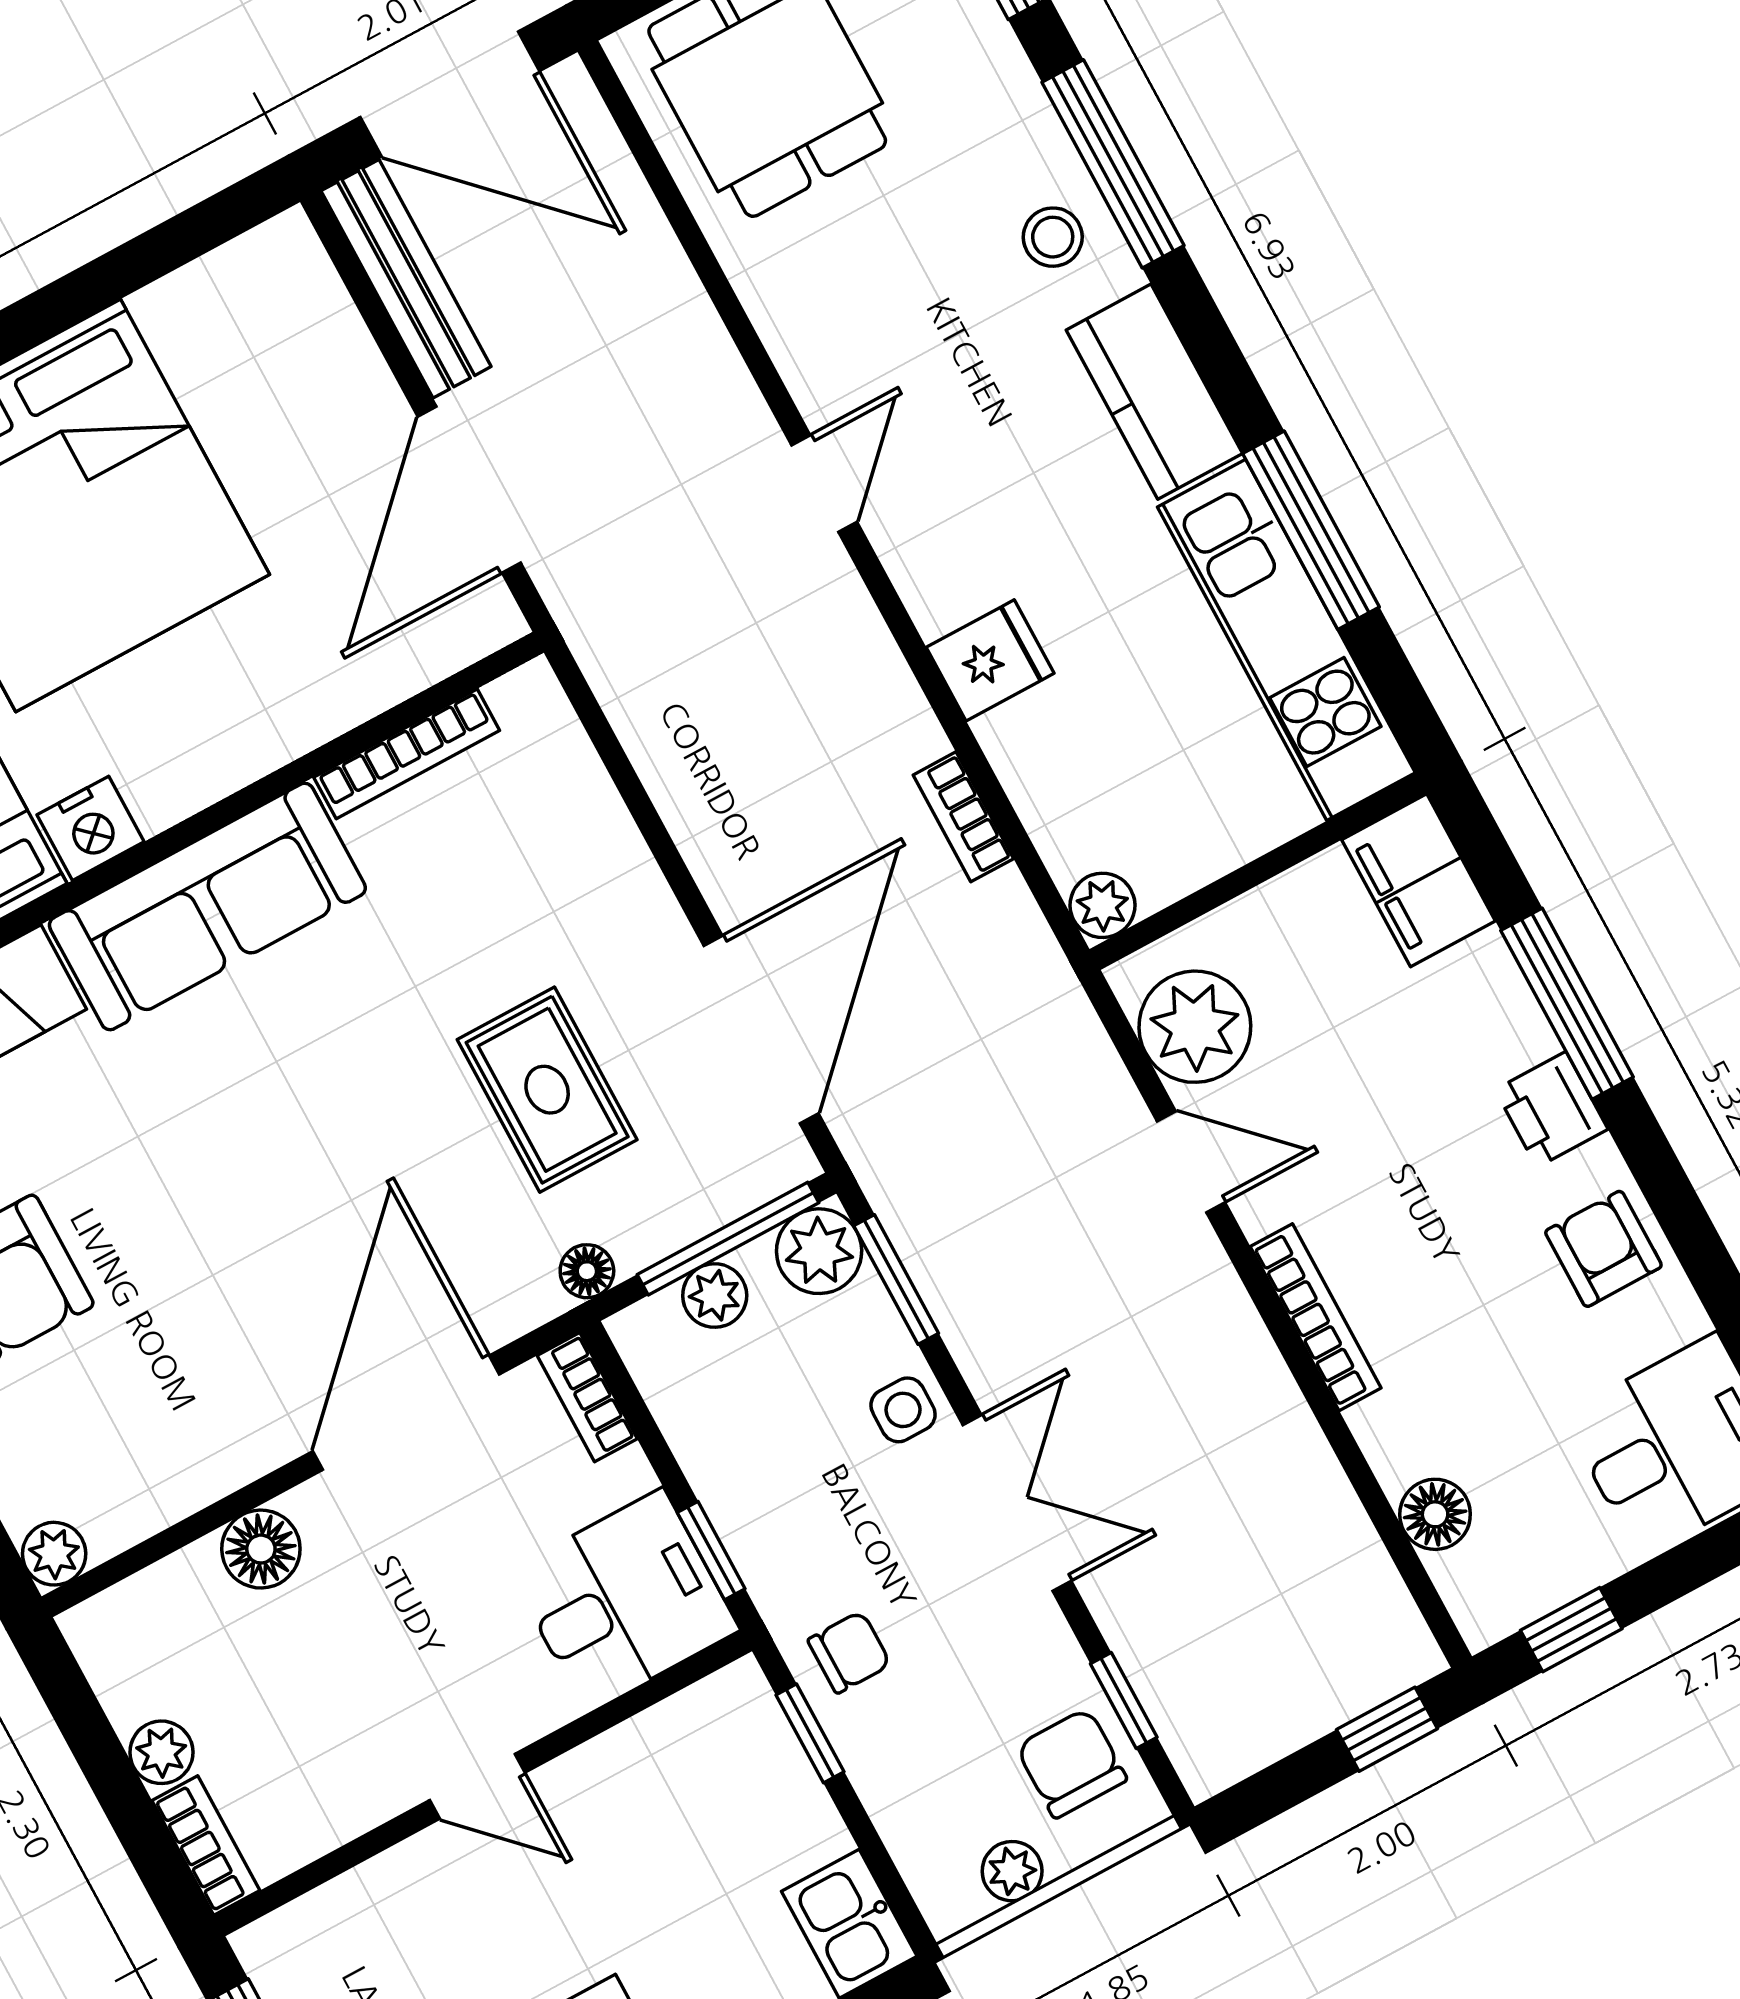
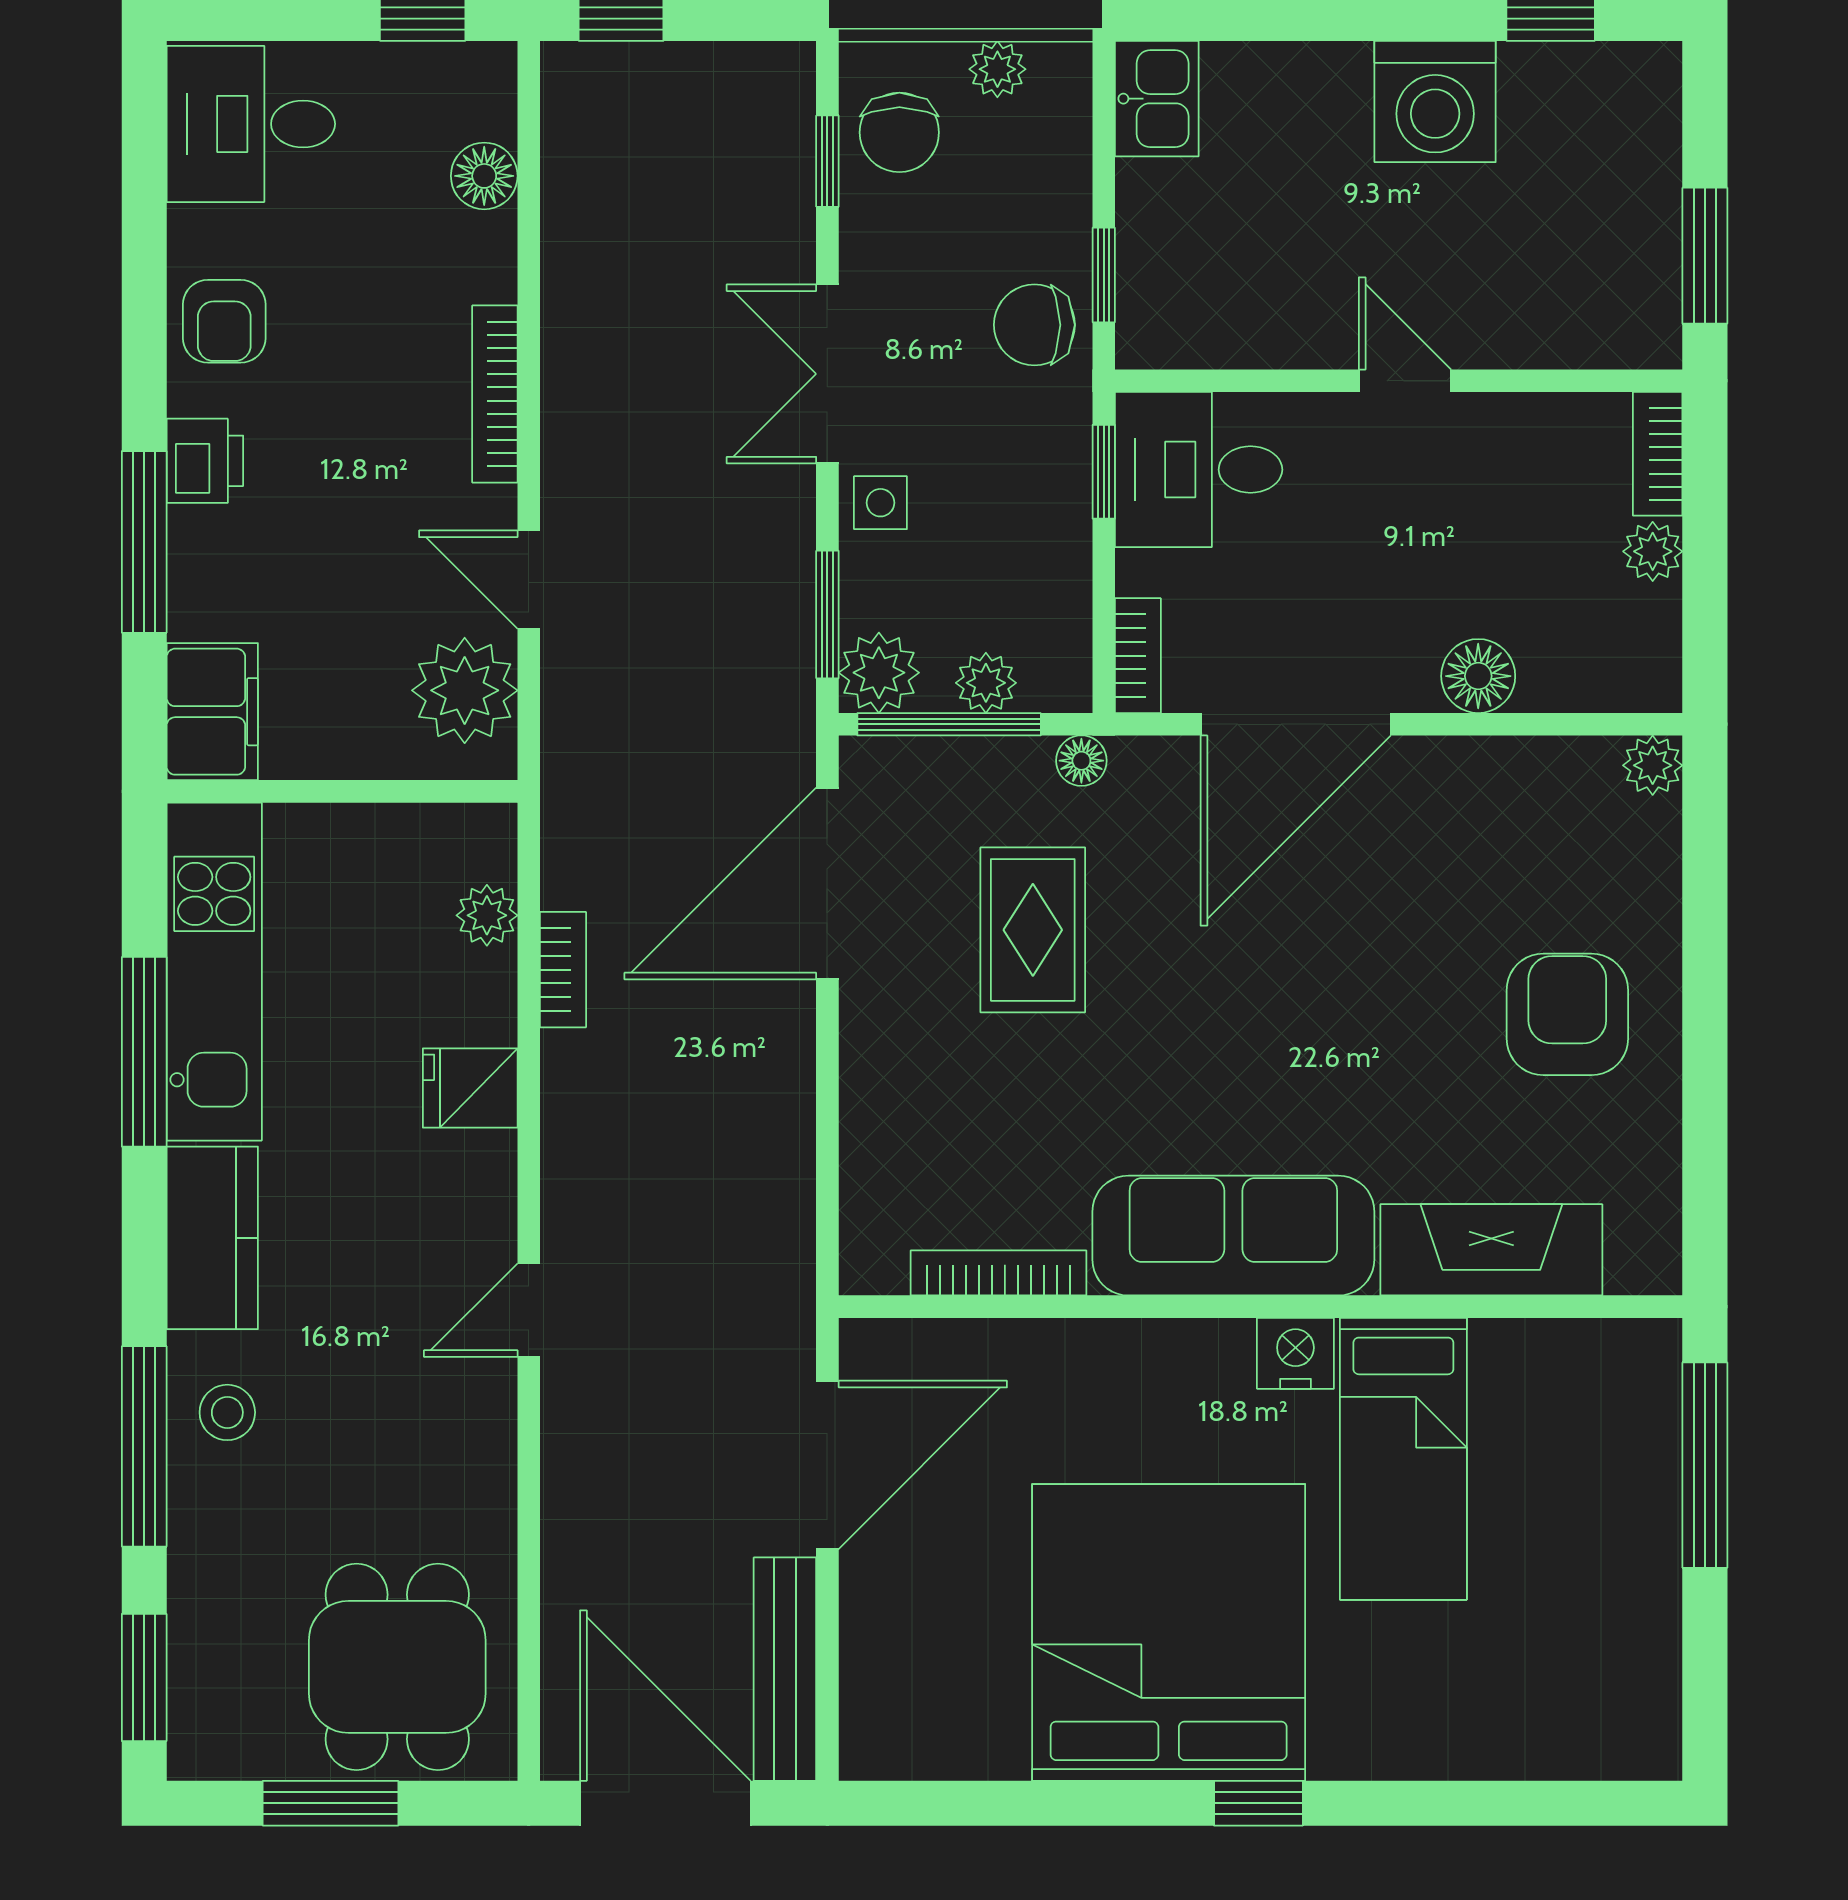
plant: (1103, 905) -> (487, 915), moved
chair: (849, 1652) -> (1034, 325), width x1.37, depth x1.37

